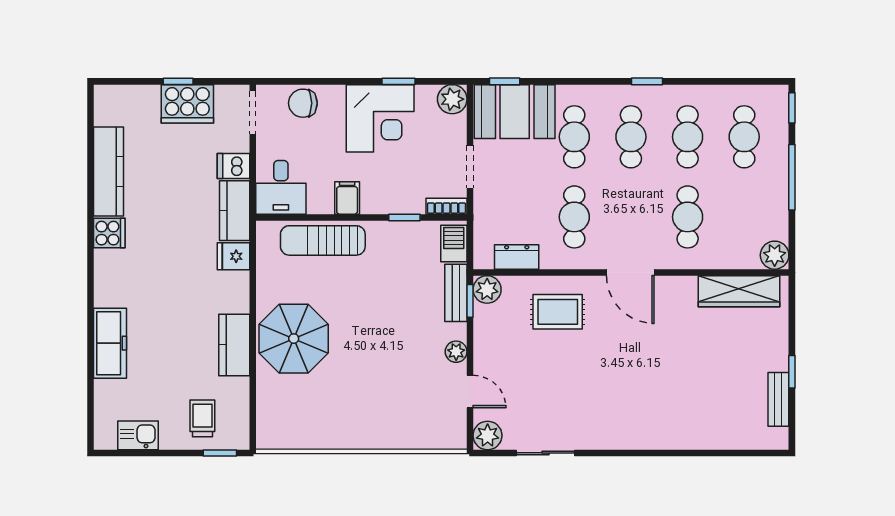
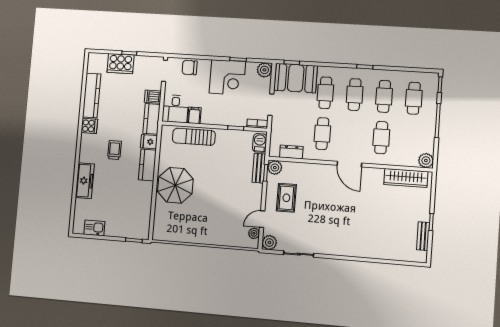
cooker: (187, 104) -> (121, 64), moved
filing cabinet: (347, 198) -> (194, 115), moved
rug: (558, 312) -> (286, 198), moved, turned 90
kitchen counter: (234, 345) -> (147, 165), moved
plant: (456, 352) -> (254, 233), moved
door: (470, 392) -> (262, 219), swing flipped
trolley: (202, 418) -> (114, 150), moved

